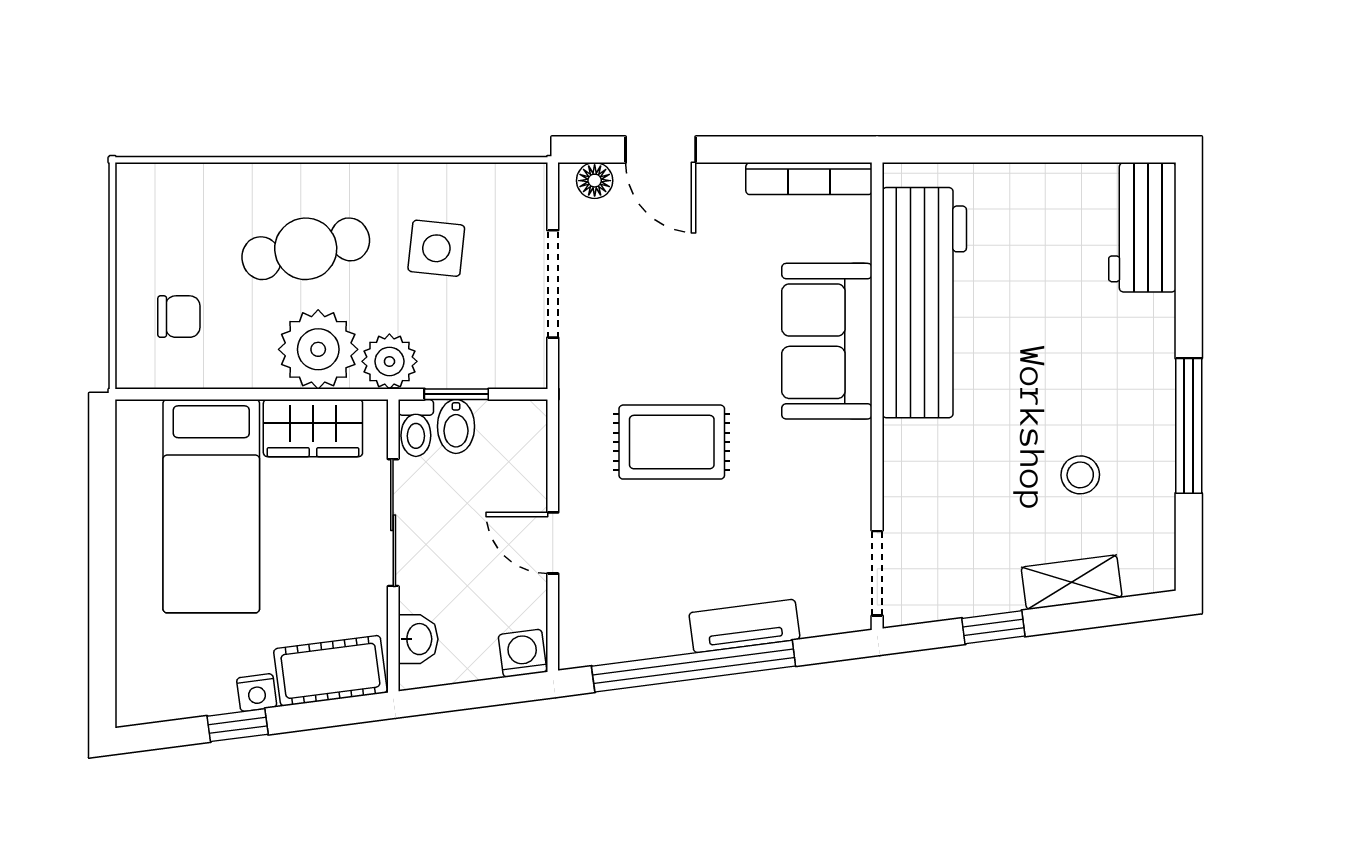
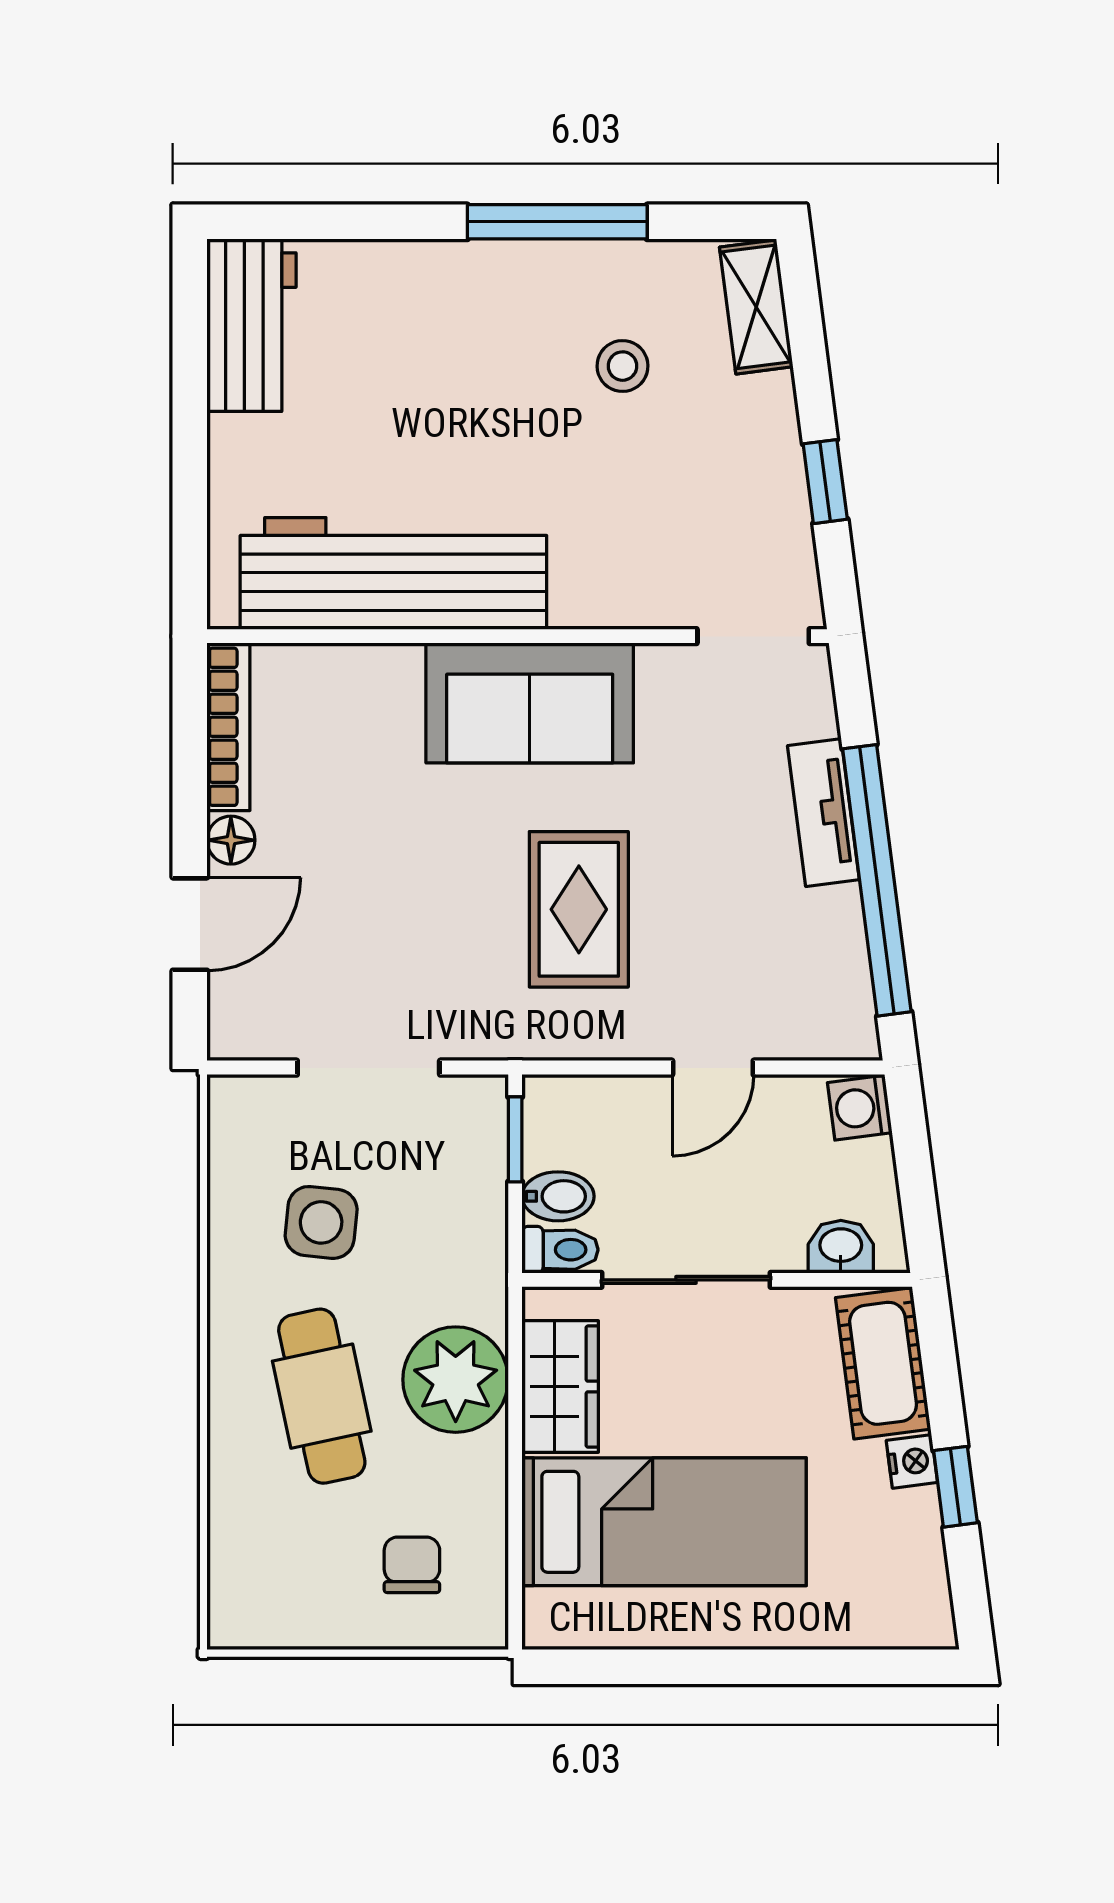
floor lamp: (595, 181) -> (231, 840), moved
workbench: (1142, 227) -> (252, 325), moved, turned -90
sofa: (827, 341) -> (530, 703), moved
plant: (389, 361) -> (472, 1285), removed
window: (456, 394) -> (515, 1139), moved
shelving: (1072, 582) -> (756, 307), moved

